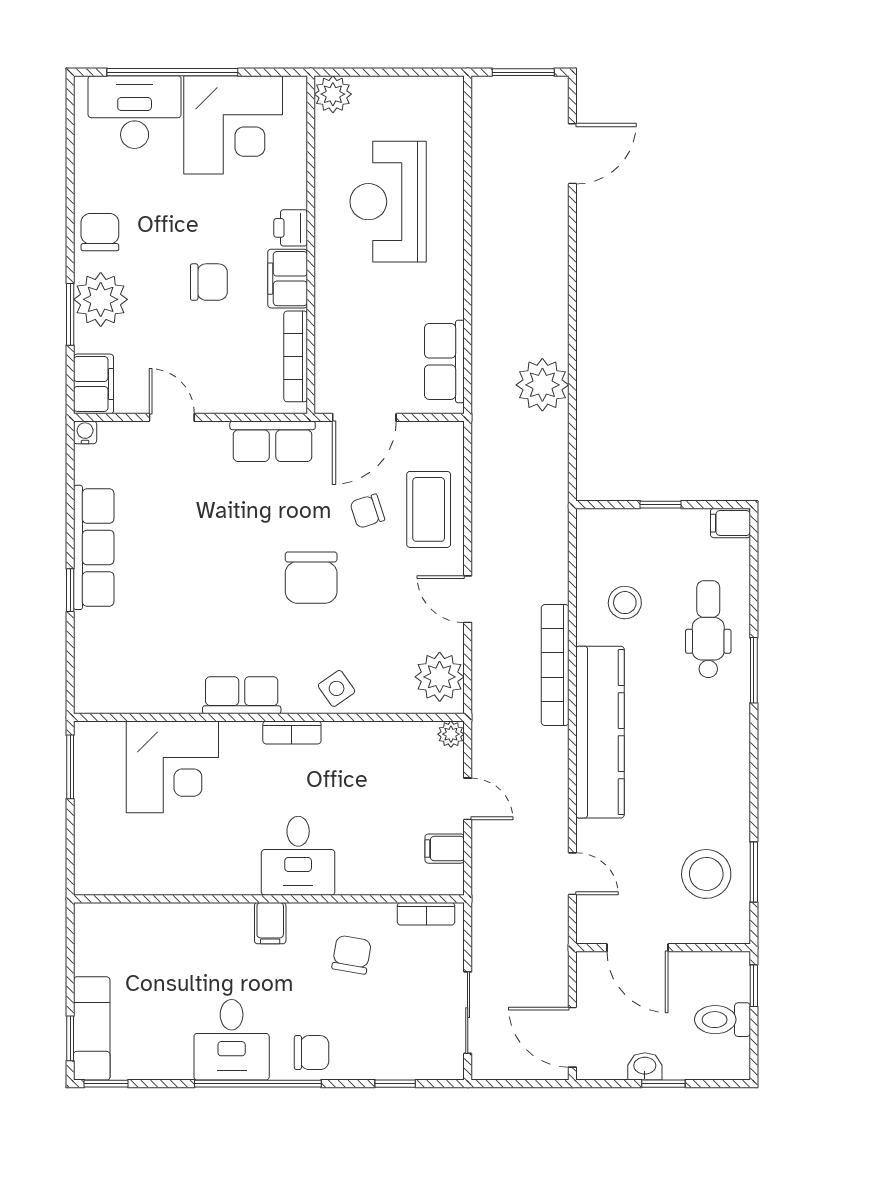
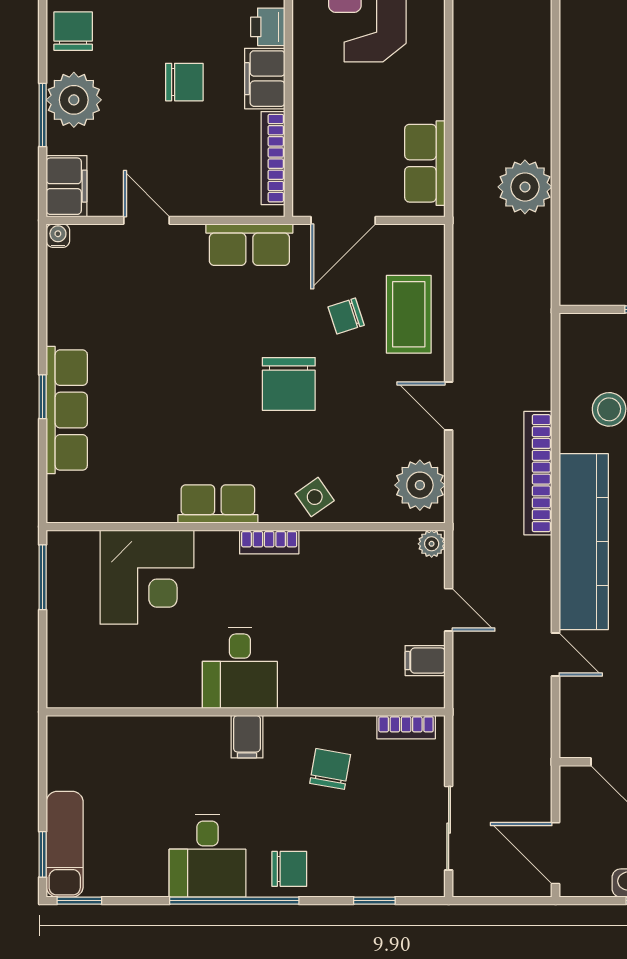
row of seats: (94, 547) -> (67, 410), moved
desk: (298, 856) -> (240, 668), moved
door: (572, 874) -> (556, 654), moved

